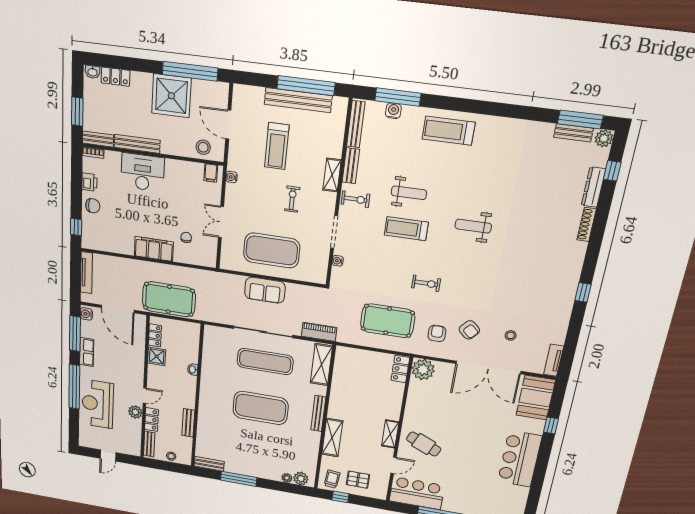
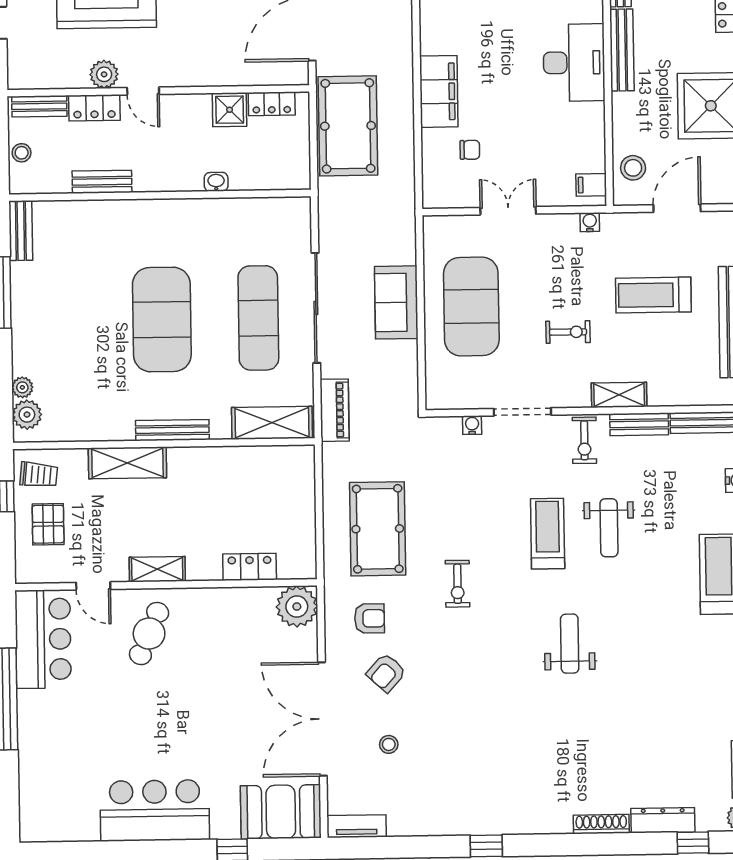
locker: (400, 369) -> (250, 567), moved

